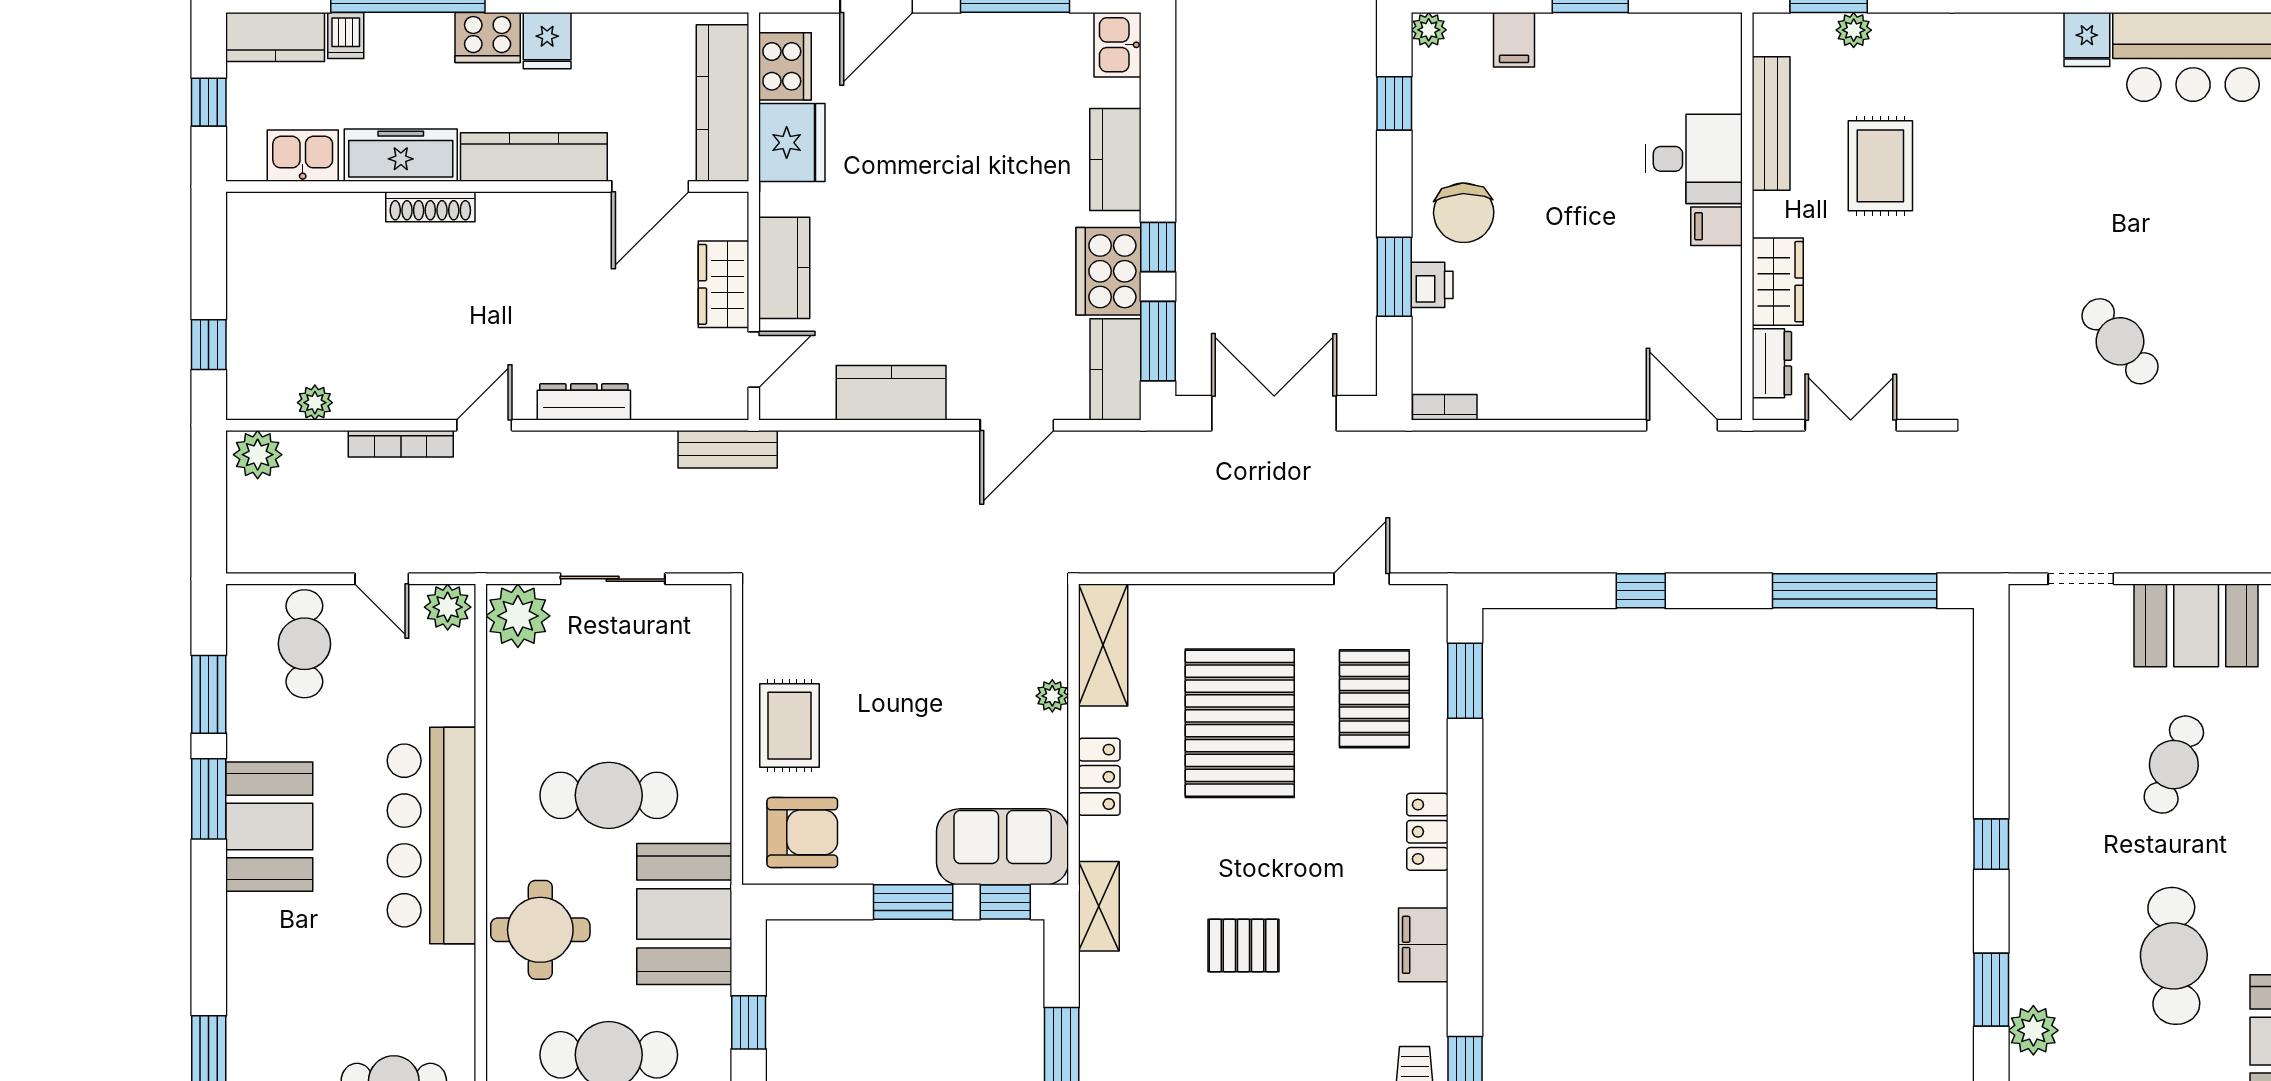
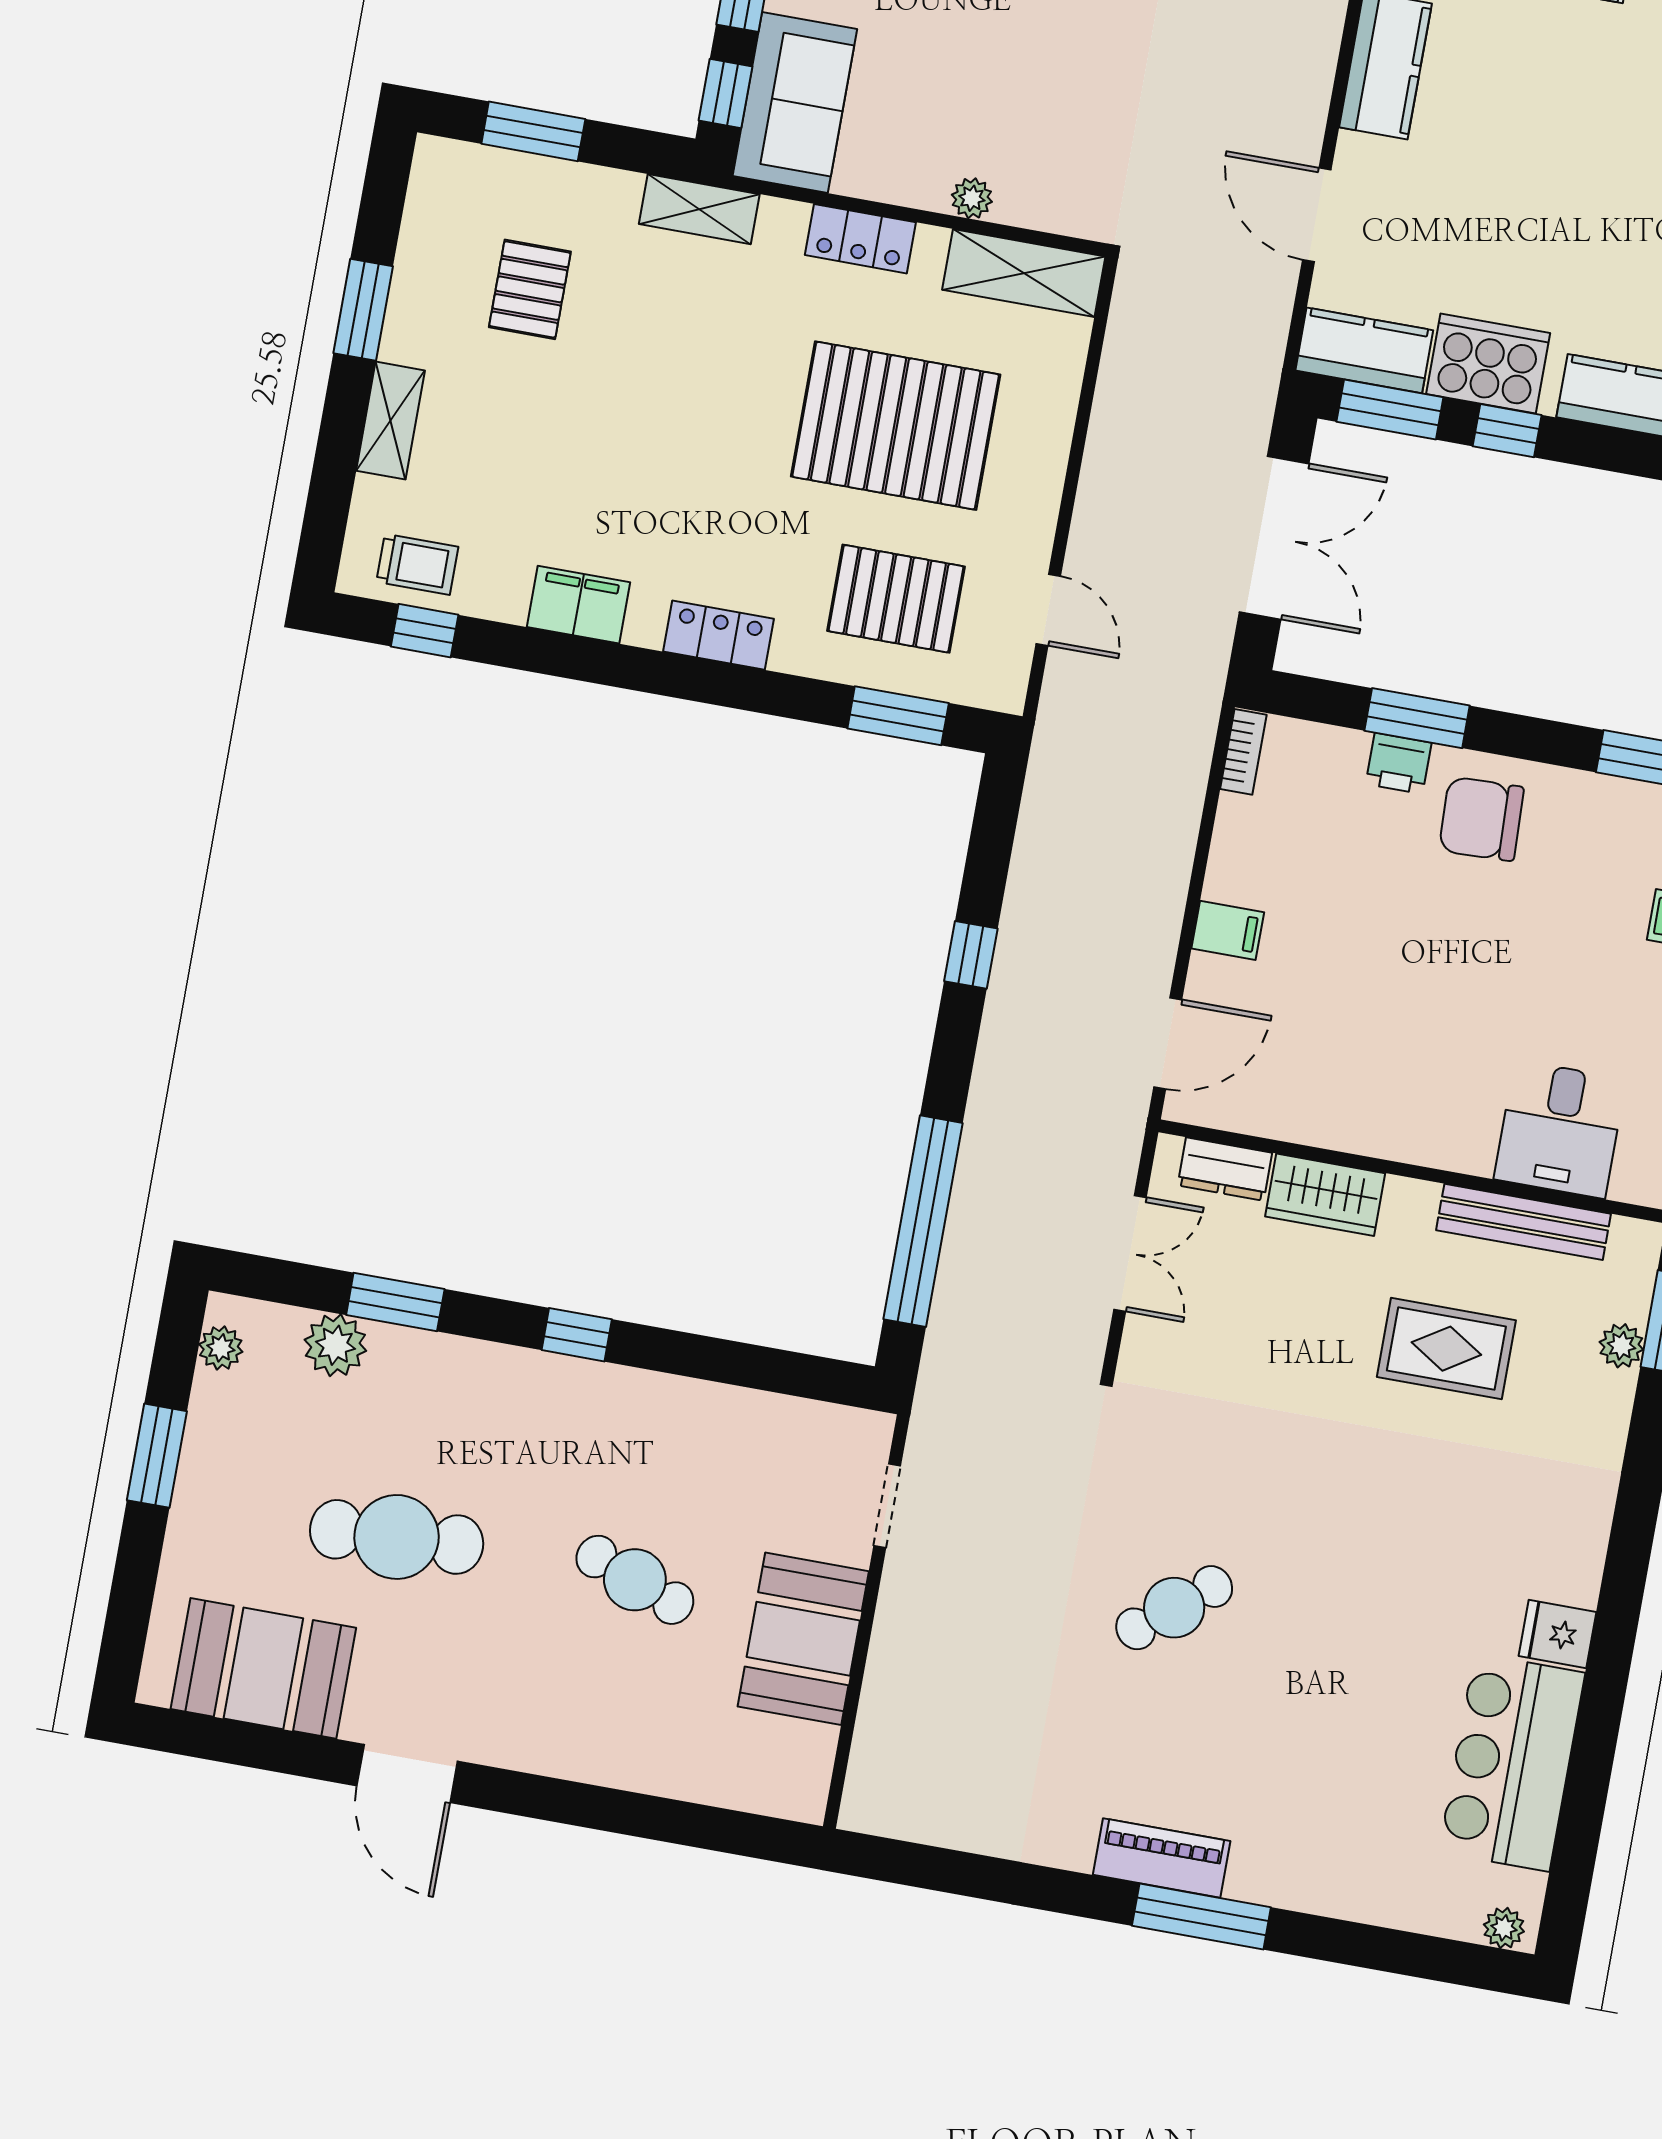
desk: (1694, 159) -> (1560, 1129), moved
filing cabinet: (1717, 226) -> (1228, 930), moved, turned 90
pallet: (1243, 946) -> (530, 289), moved

